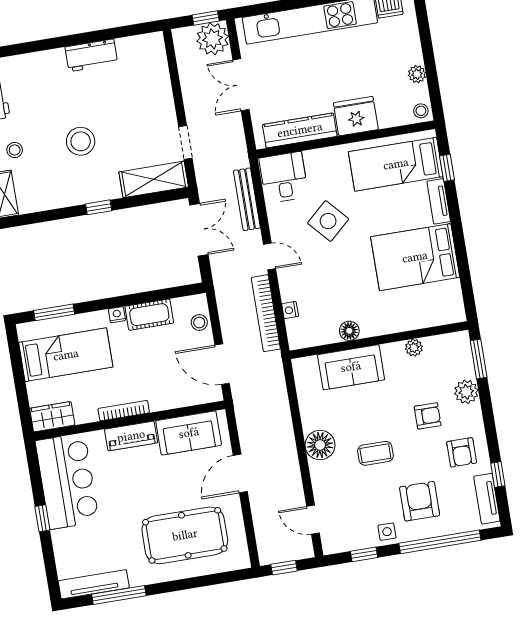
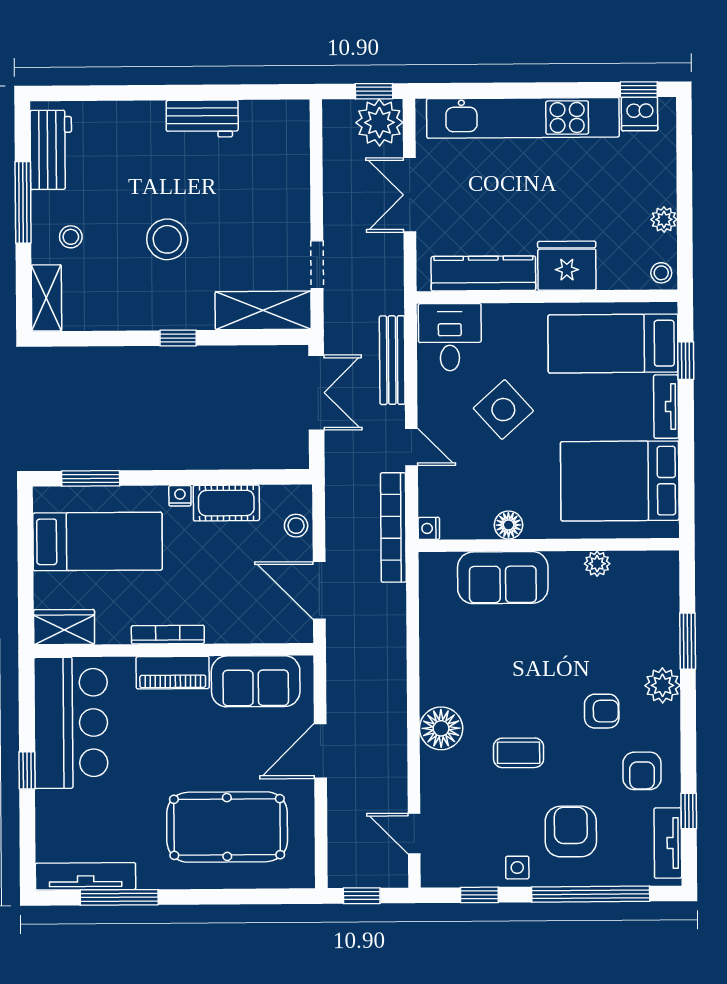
floor lamp: (349, 331) -> (509, 525), moved
wall: (379, 340) -> (549, 545), moved
plant: (414, 348) -> (597, 564), moved
sofa: (351, 367) -> (503, 578), moved

